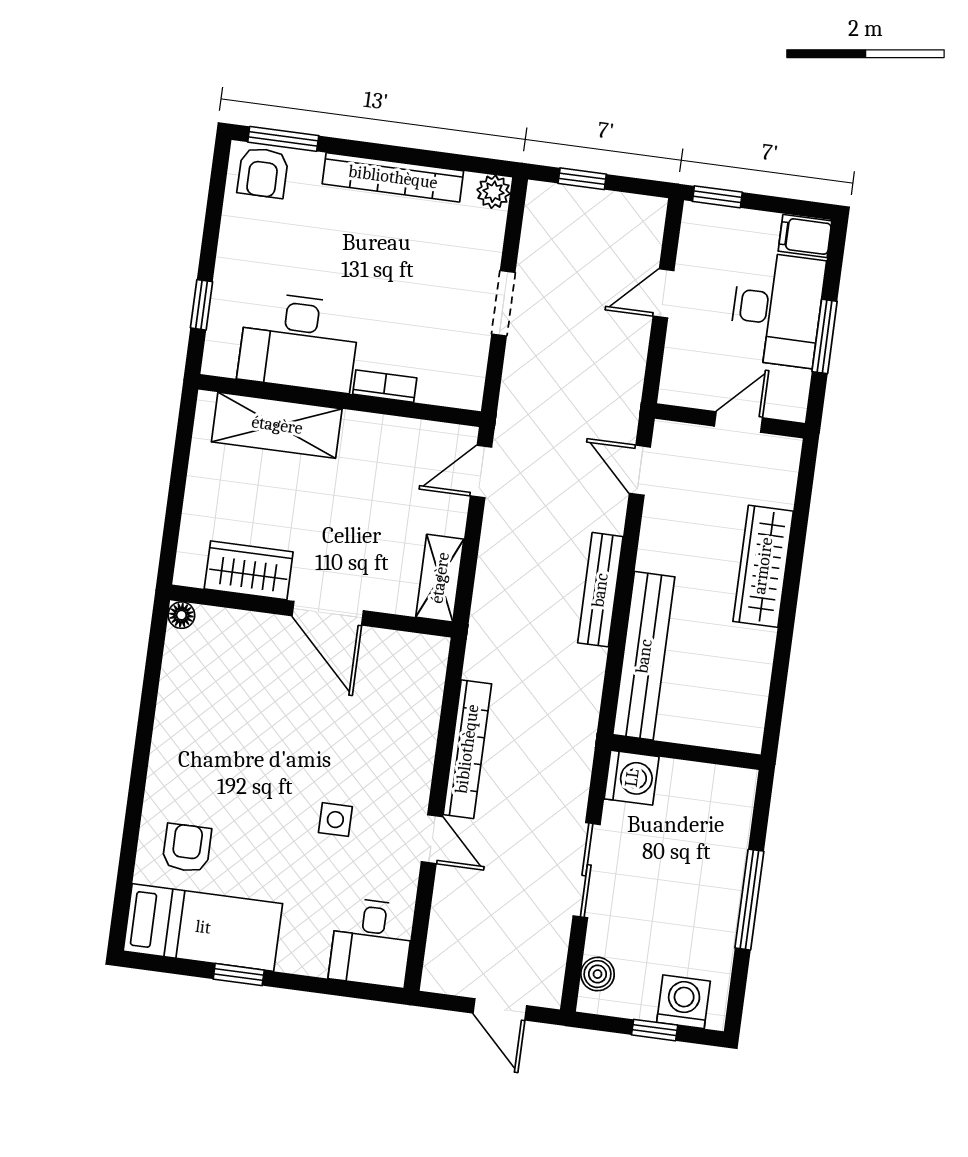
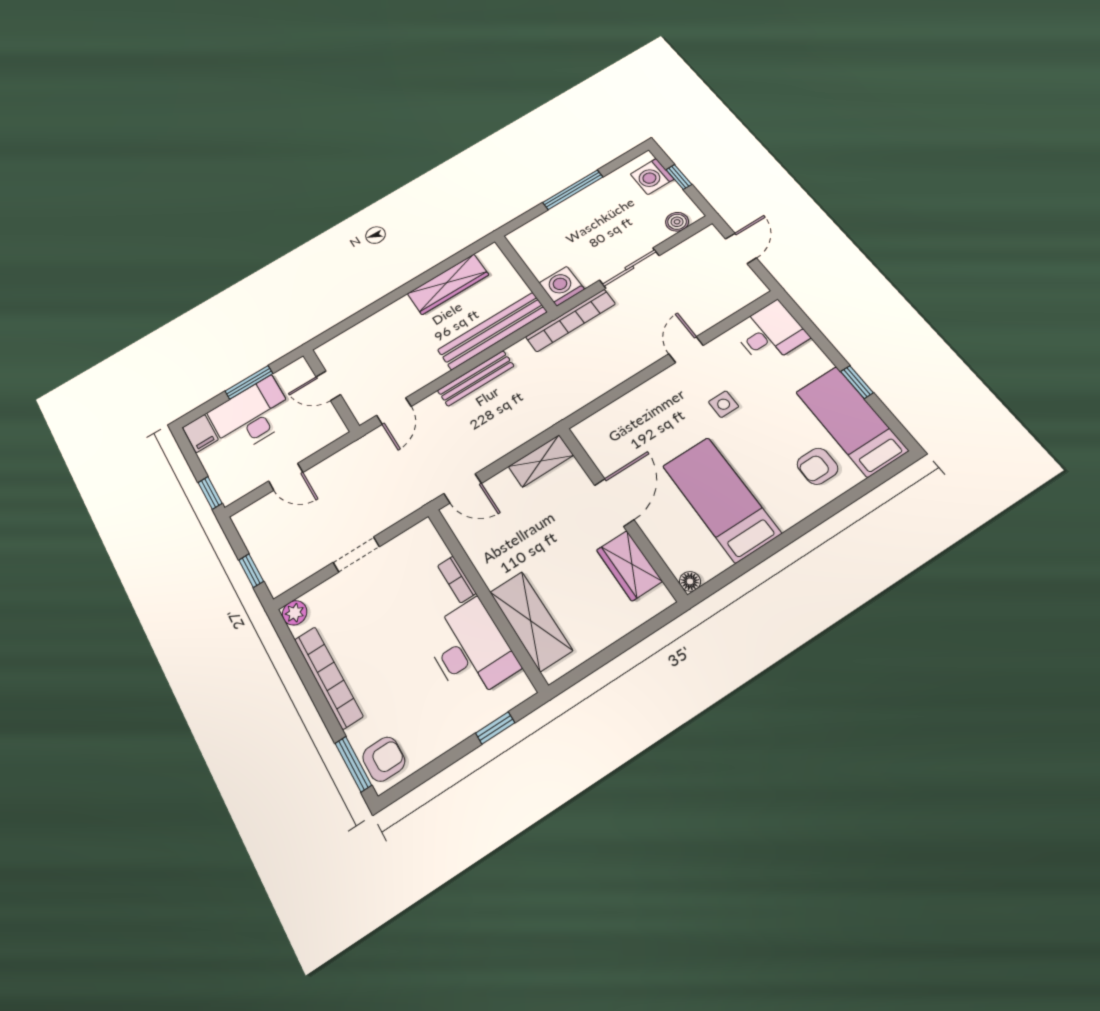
wardrobe: (763, 566) -> (448, 284), moved
bed: (237, 722) -> (721, 499), added
bookcase: (467, 749) -> (571, 320), moved, turned 180

